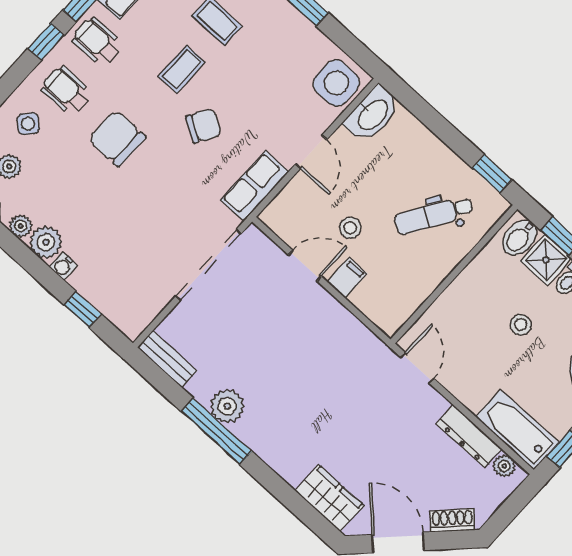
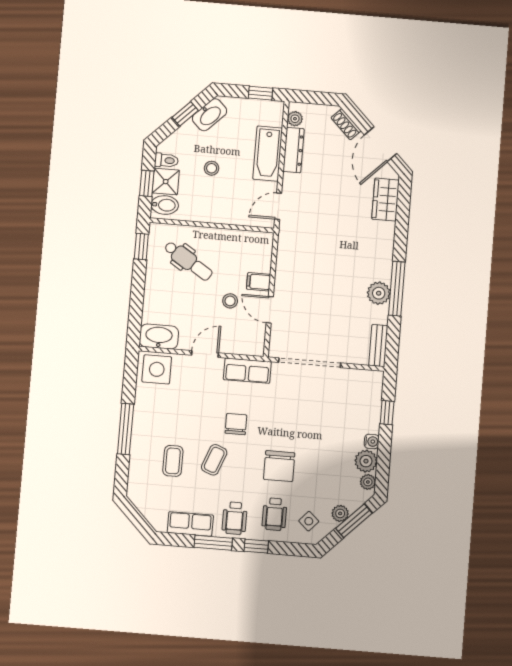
coffee table: (182, 69) -> (214, 460), turned -69
chair: (203, 126) -> (236, 424), turned 59
bathtub: (517, 430) -> (268, 154), moved

